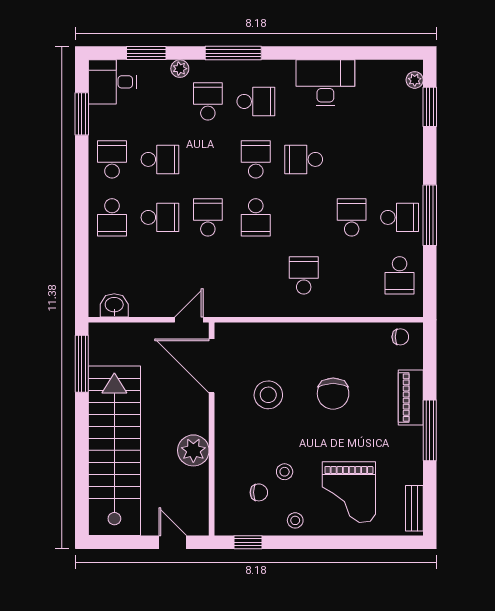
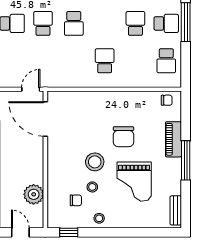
stool: (268, 395) -> (95, 162), moved
plant: (193, 450) -> (34, 194), moved
grand piano: (349, 492) -> (134, 182), moved

